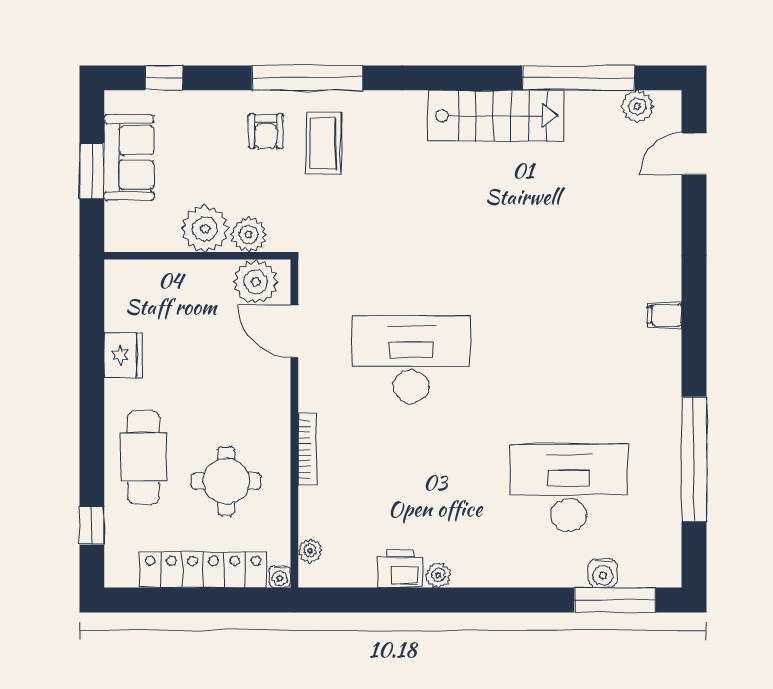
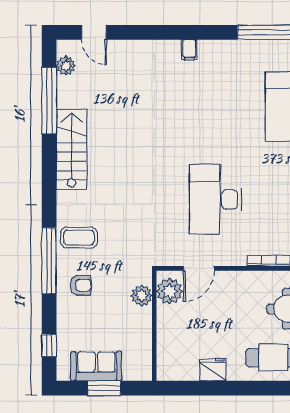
coffee table: (323, 143) -> (79, 237), moved
plant: (205, 229) -> (138, 321), removed

